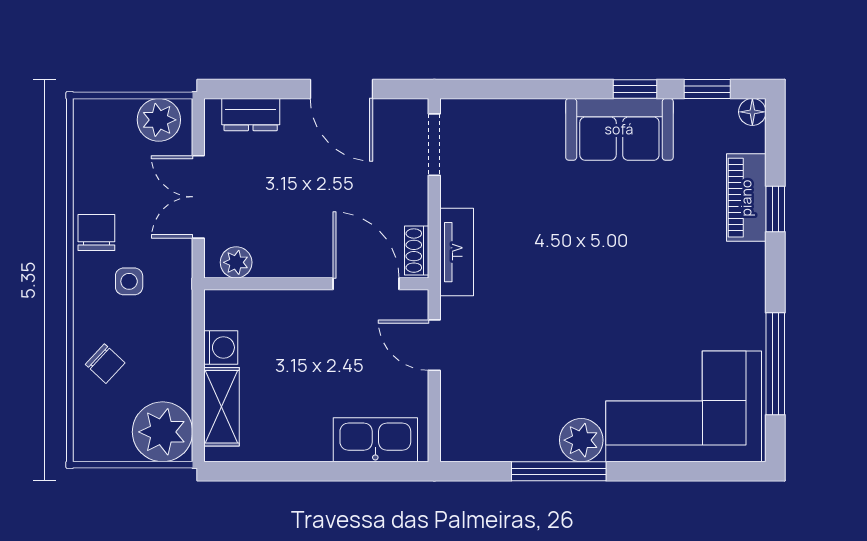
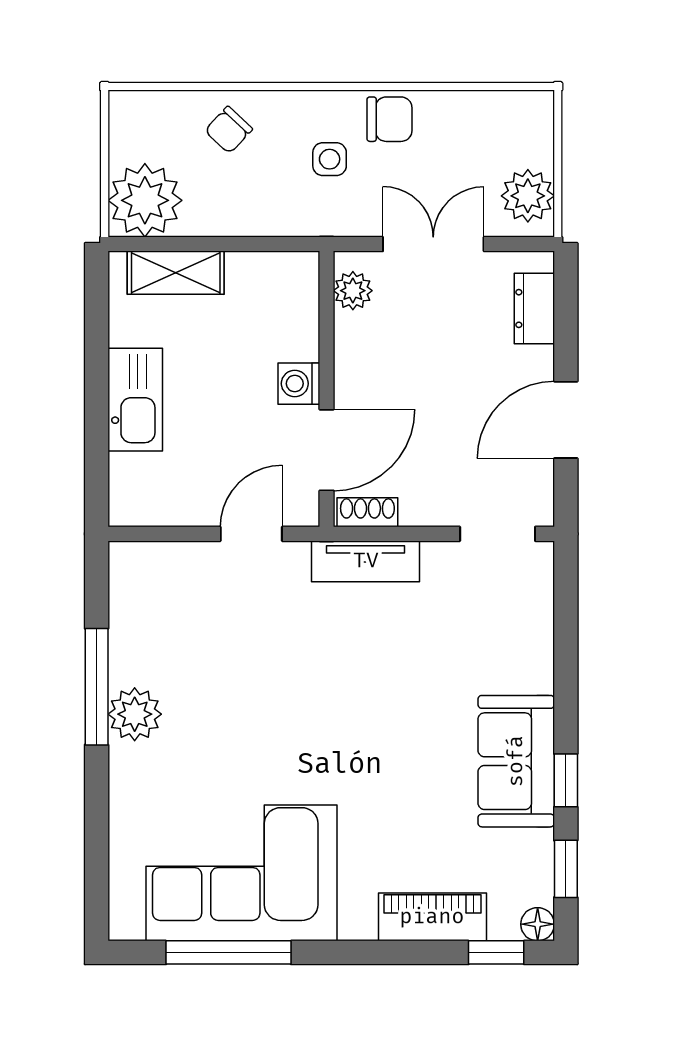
window: (775, 209) -> (496, 952), moved
washing machine: (221, 347) -> (299, 384), moved, turned 90
corner sofa: (684, 406) -> (242, 873), moved, turned -90
kitchen sink: (375, 440) -> (135, 400), moved

